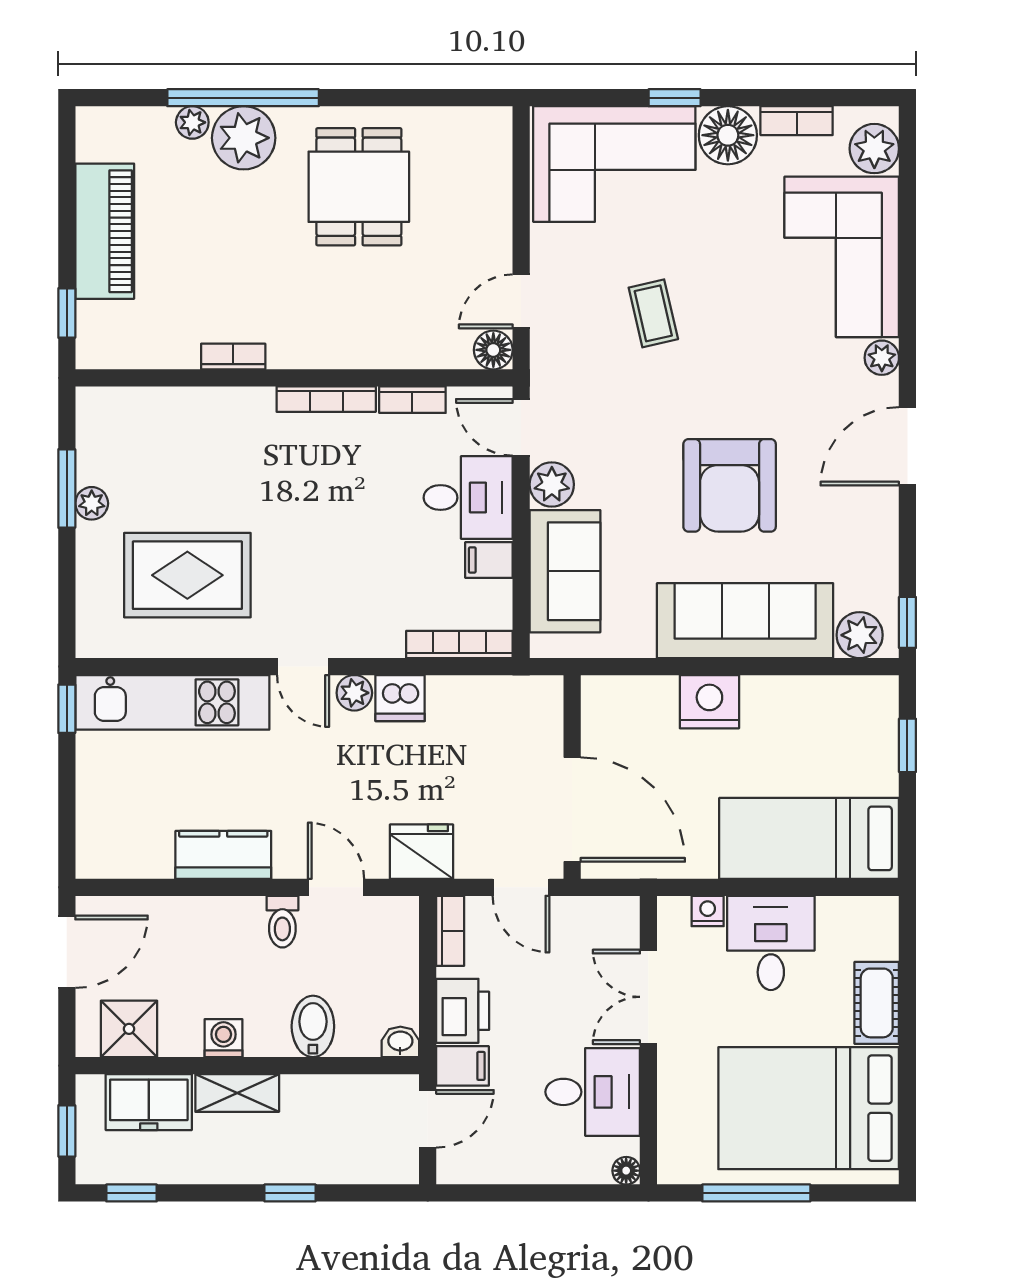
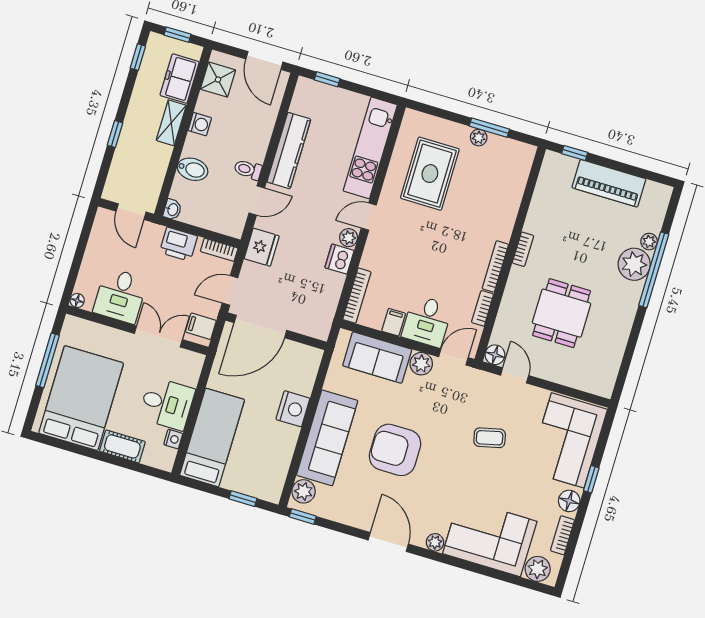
floor lamp: (728, 135) -> (569, 501), width x0.73, depth x0.73
dining table: (359, 187) -> (562, 313), moved, turned 90
bookcase: (233, 357) -> (523, 249), moved
window: (67, 709) -> (327, 79), moved
kitchen counter: (223, 855) -> (289, 151), width x1.50
nightstand: (708, 911) -> (173, 439), moved
filing cabinet: (463, 1066) -> (201, 326), moved, turned 90

